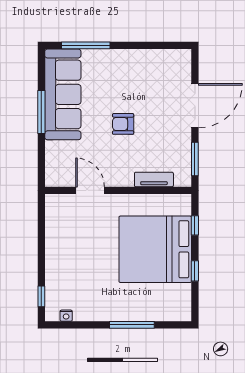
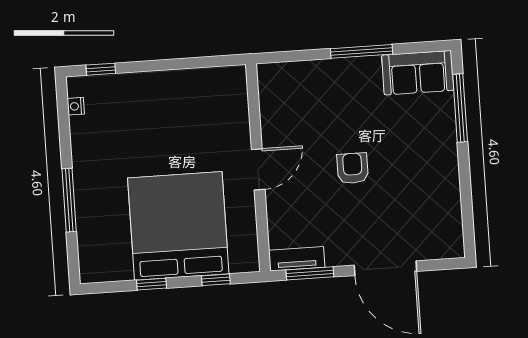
sofa: (63, 94) -> (418, 73), width x0.54, depth x0.79
tv unit: (154, 179) -> (297, 259), moved, turned -90
door: (90, 190) -> (258, 169), moved

